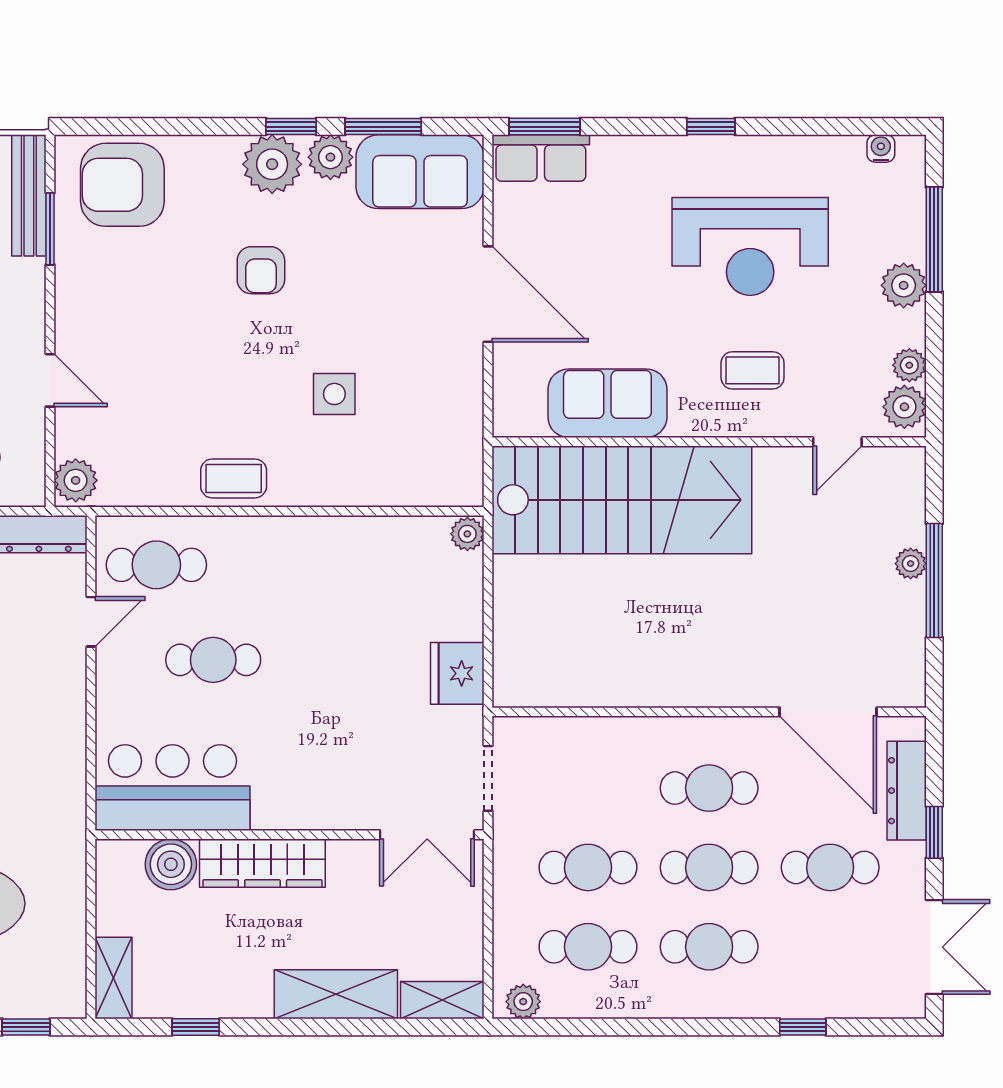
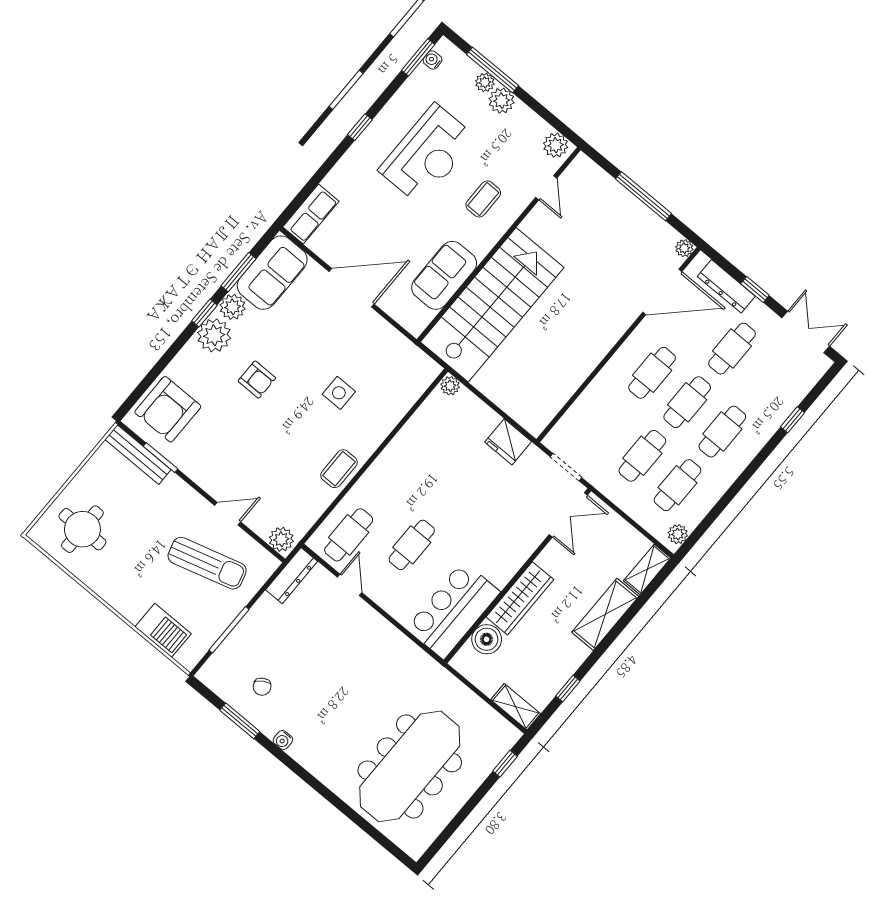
window: (544, 127) -> (418, 57), moved
plant: (909, 365) -> (485, 82), moved
plant: (911, 564) -> (684, 248), moved

